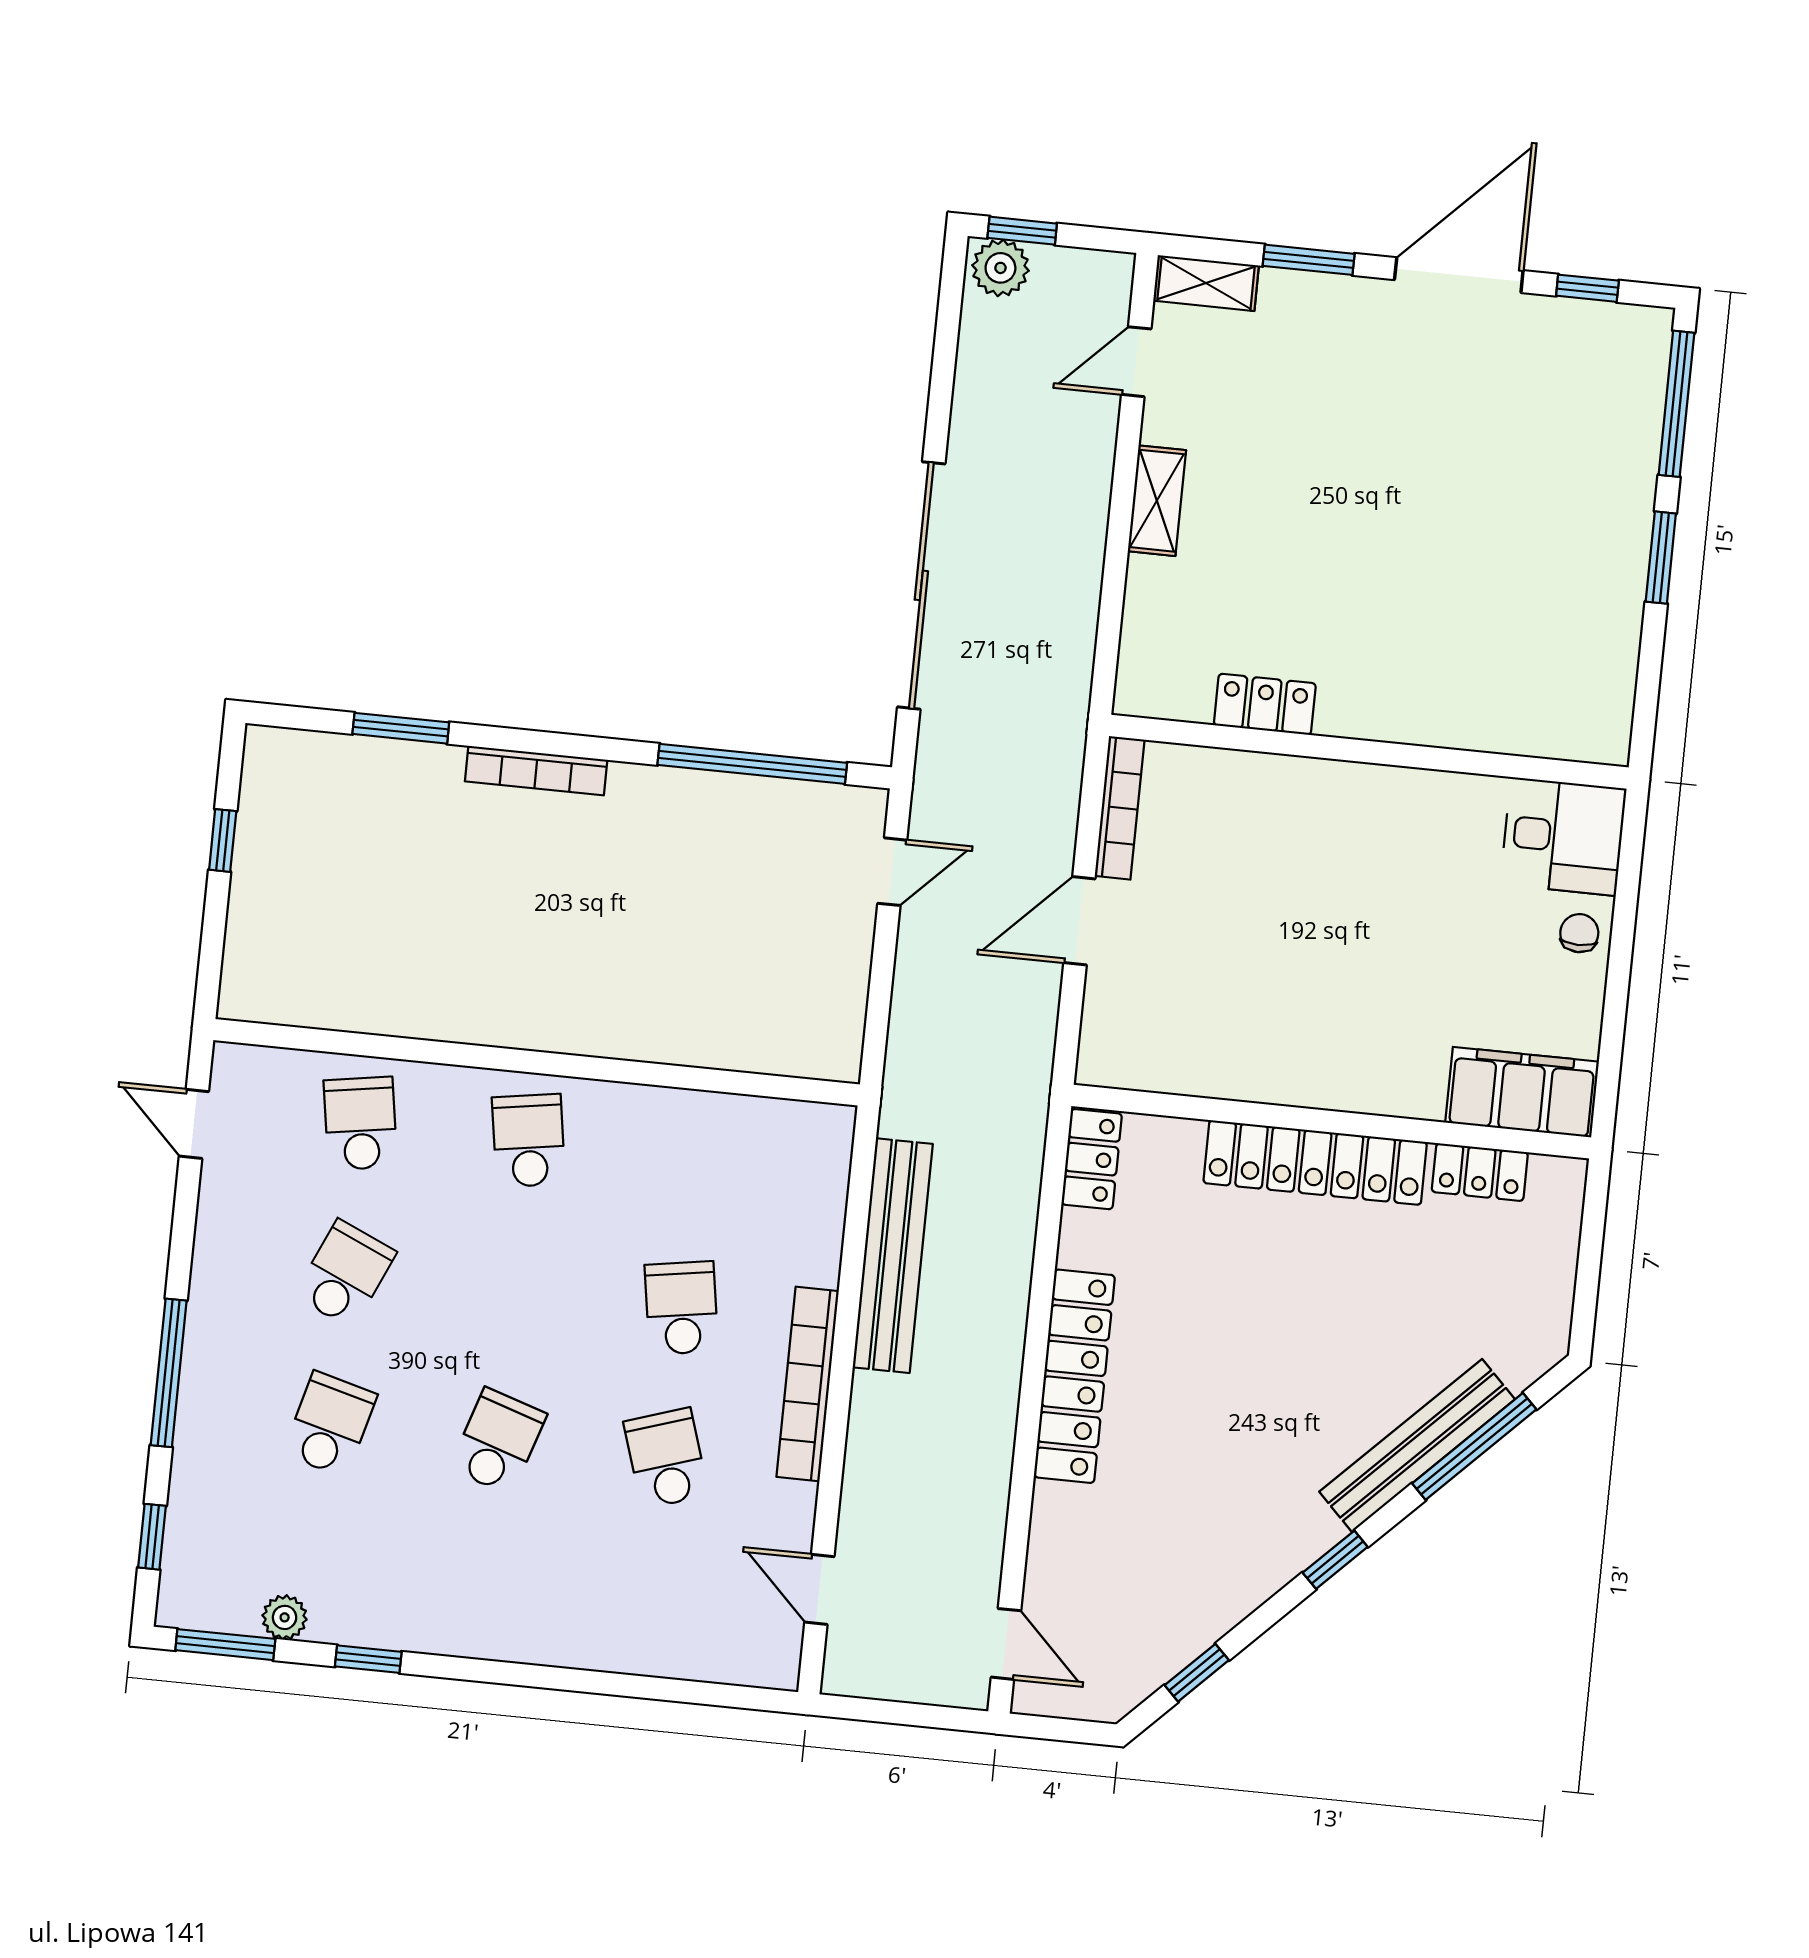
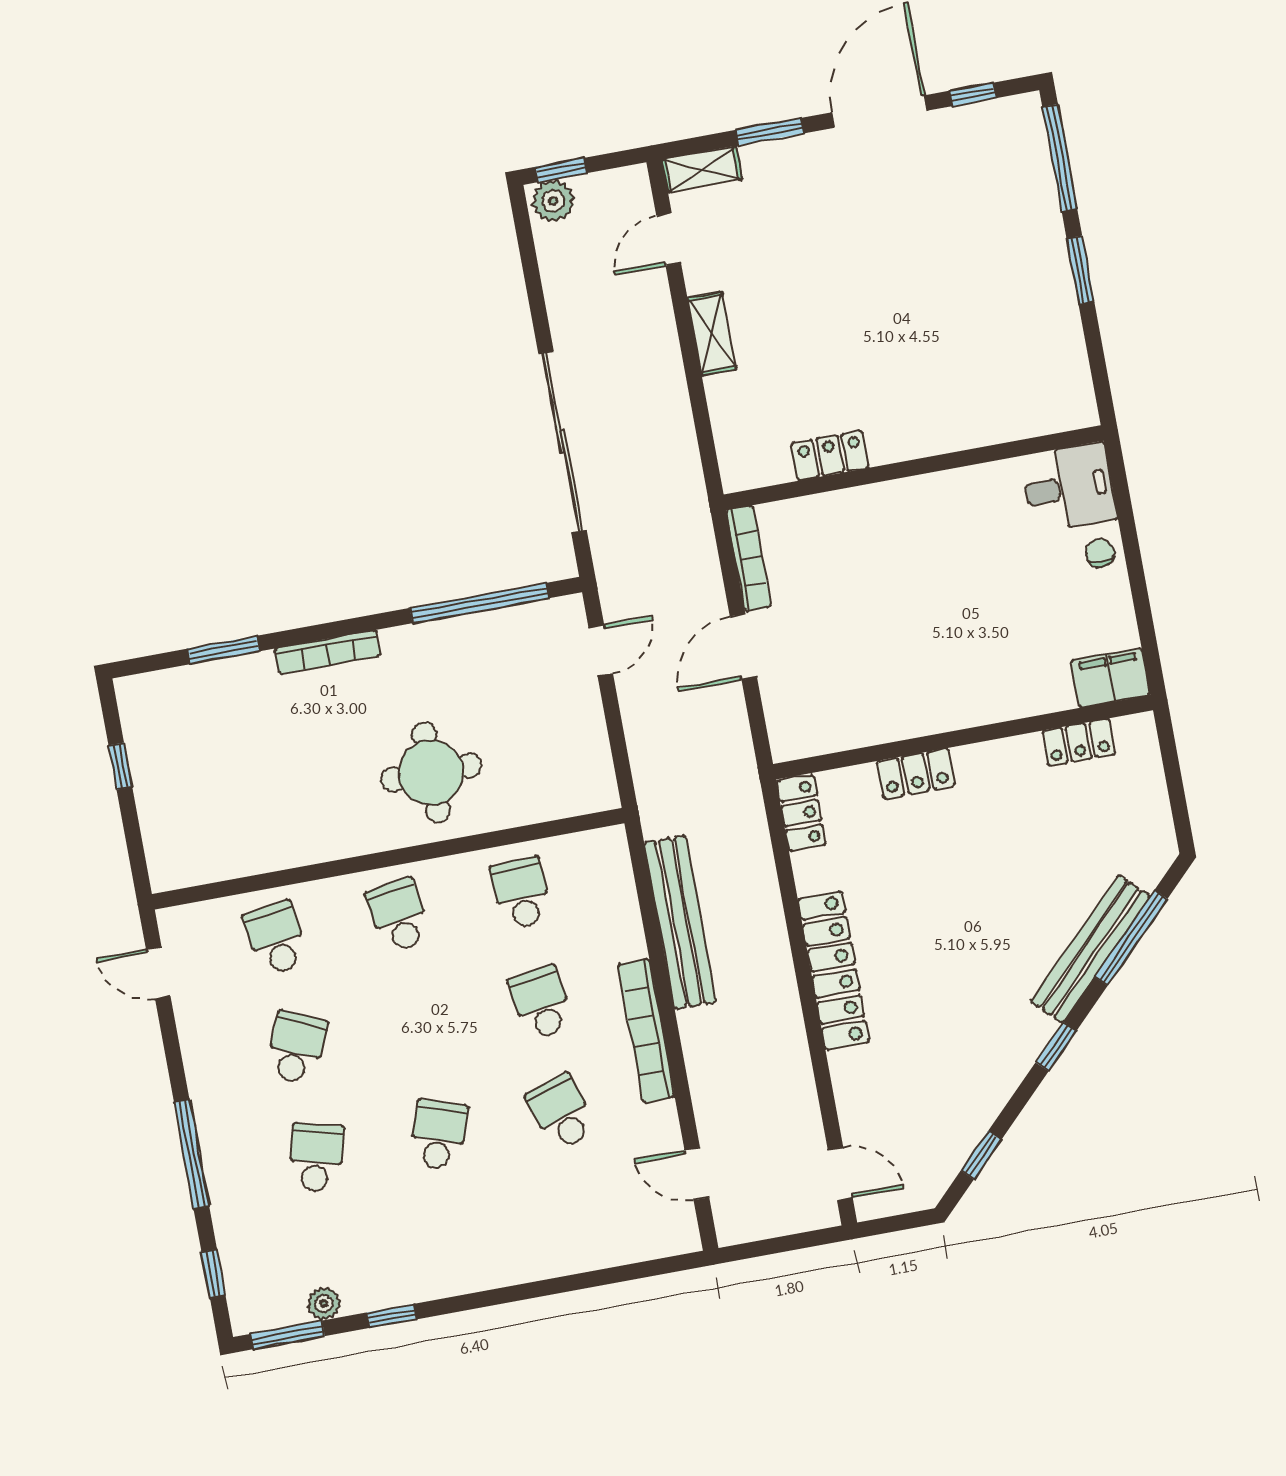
round table: (625, 966) -> (431, 773), added
filing cabinet: (1522, 1092) -> (1111, 678), width x0.67, depth x0.86
school desk: (697, 1158) -> (521, 893), added
locker: (1315, 1163) -> (916, 774), width x0.46, depth x0.83

